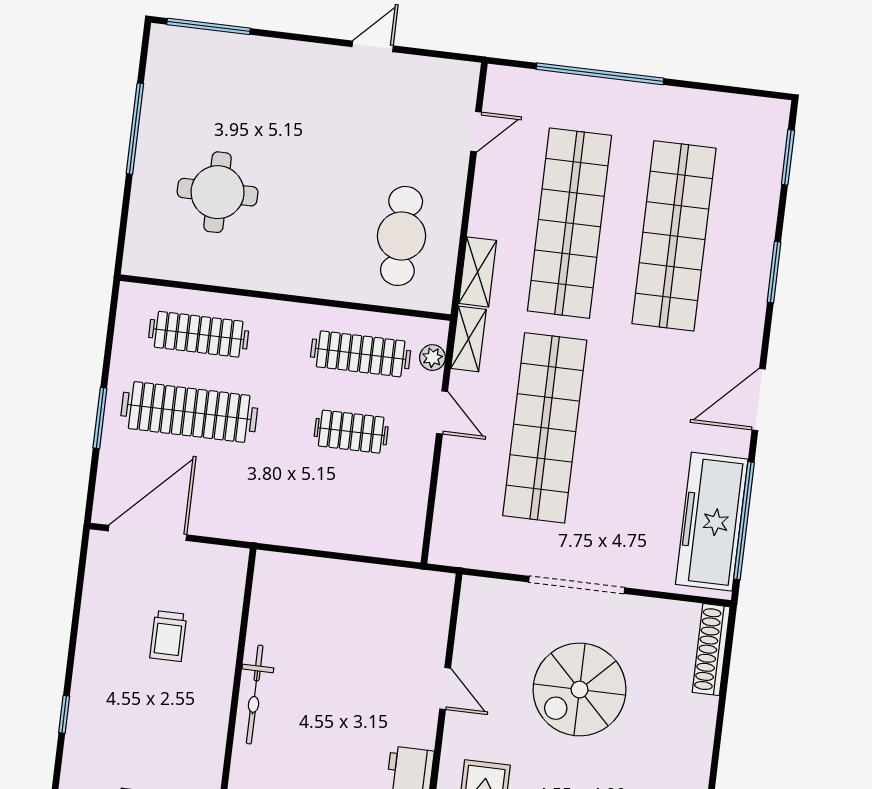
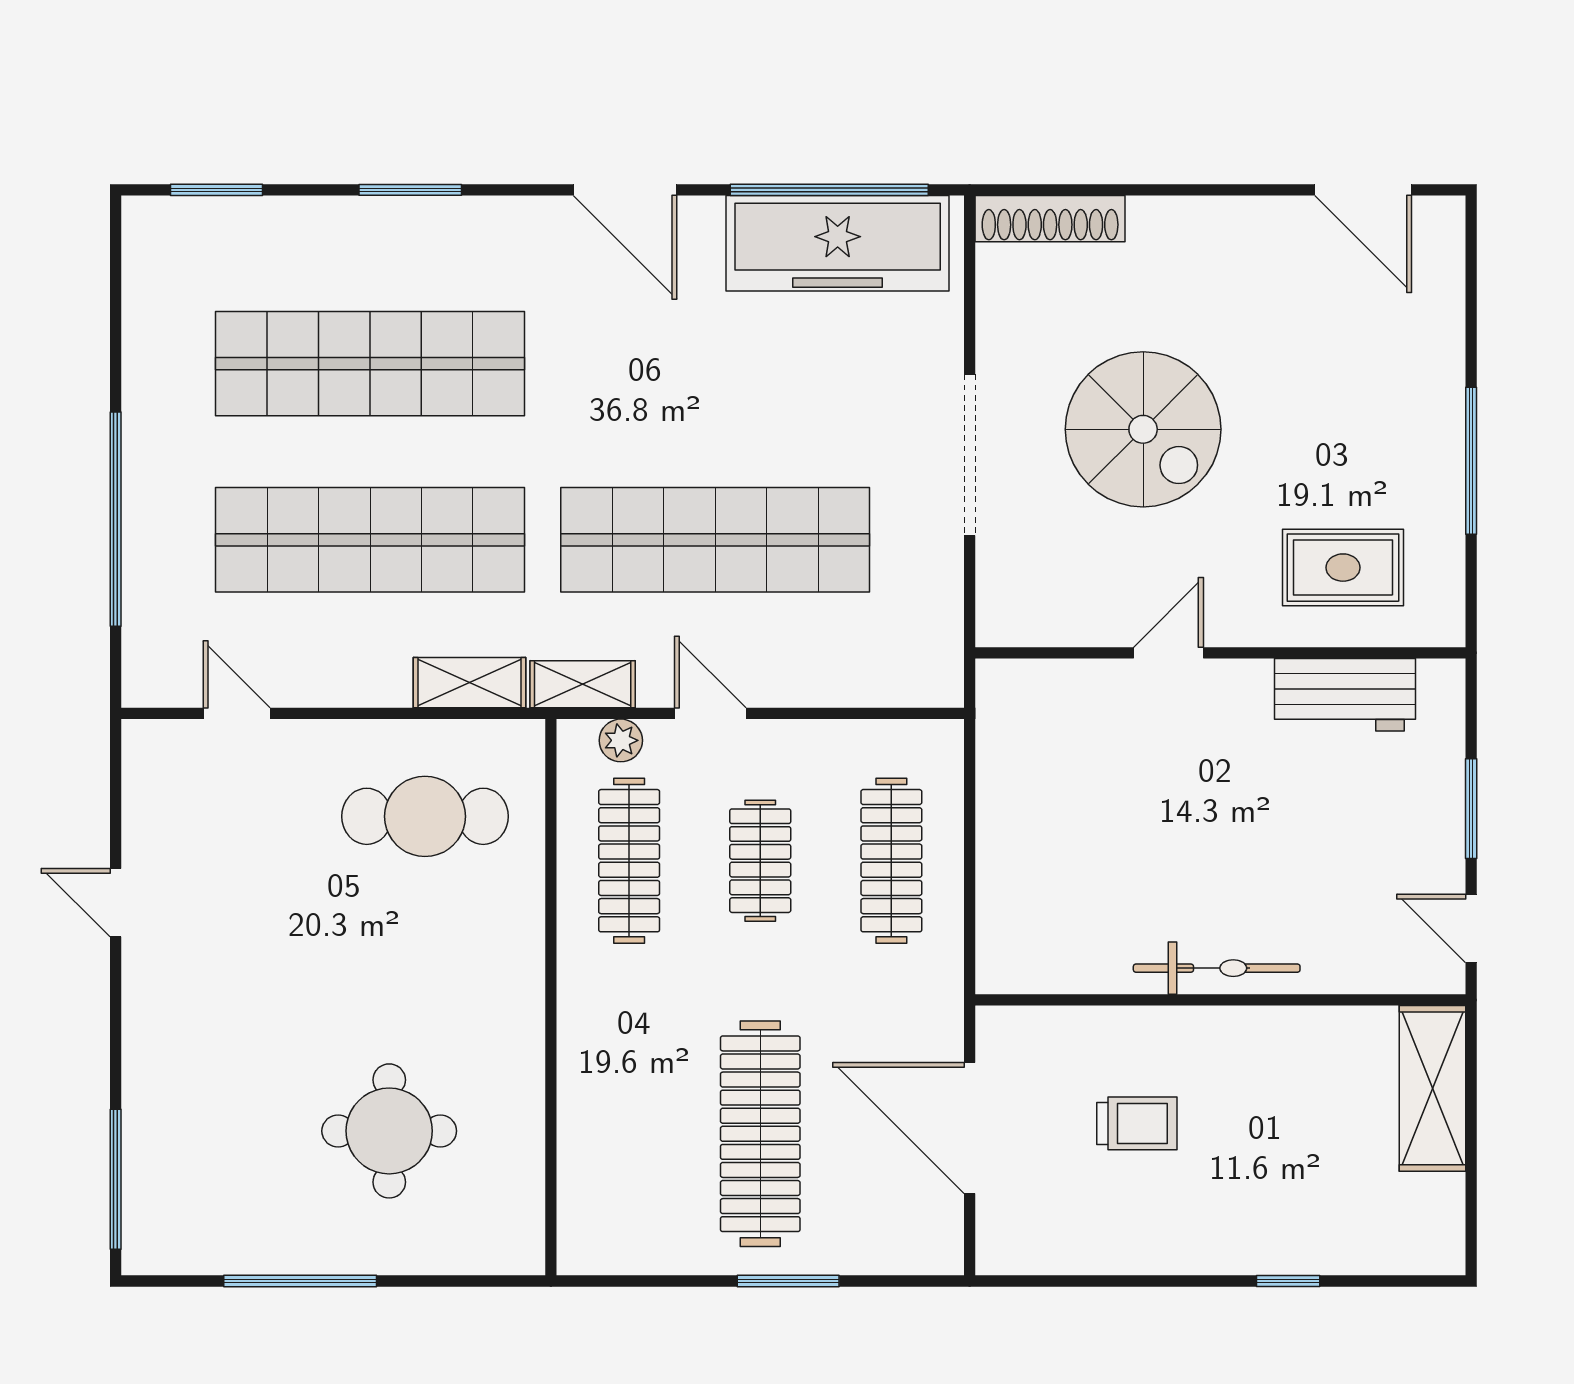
clothes rail: (199, 334) -> (891, 861), moved
door: (442, 413) -> (710, 713), hinge flipped
door: (147, 533) -> (970, 1128), moved

